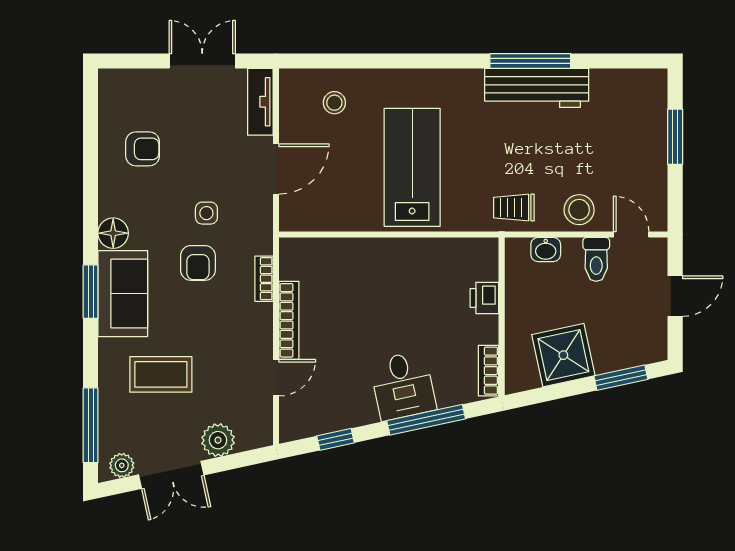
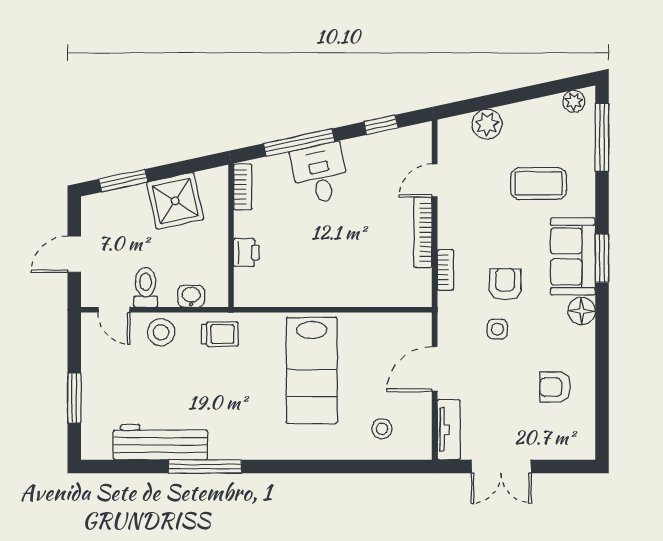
workbench: (537, 88) -> (160, 442), moved
double door: (171, 475) -> (529, 93), removed

